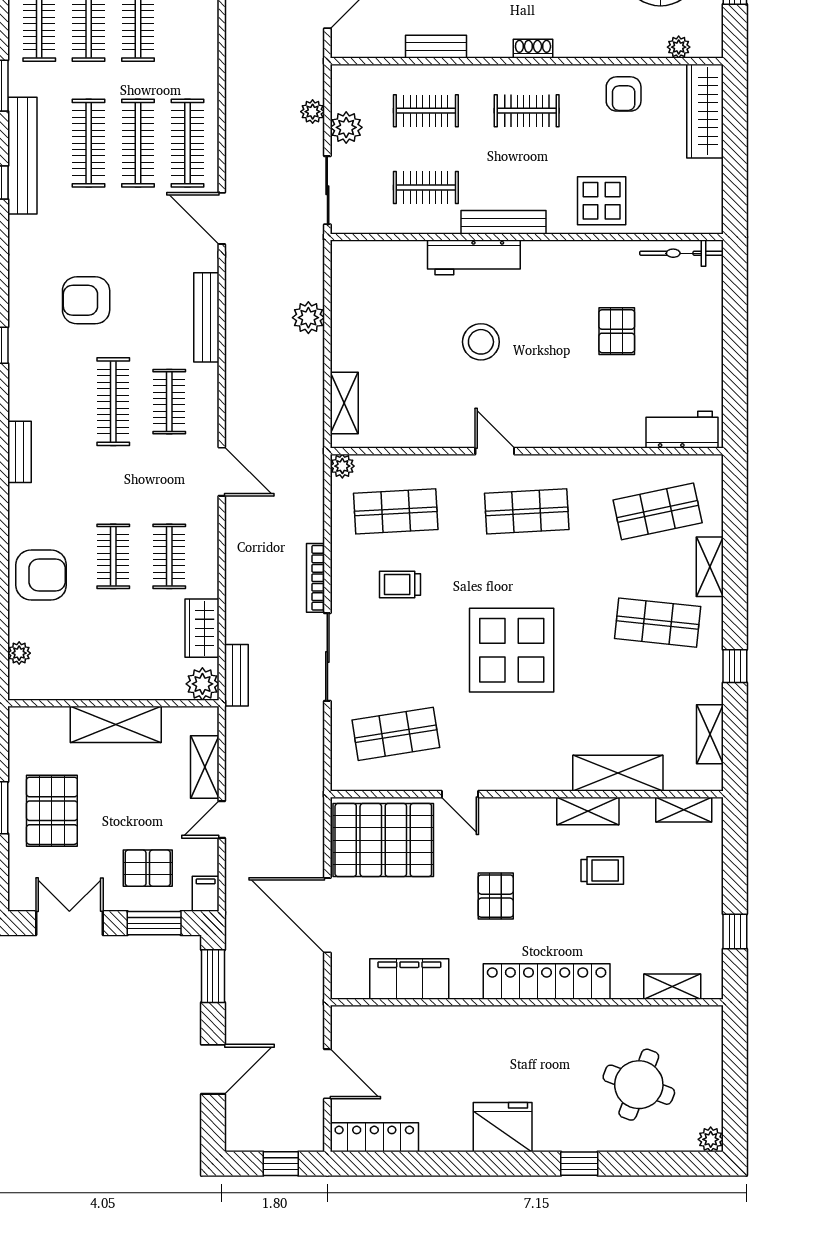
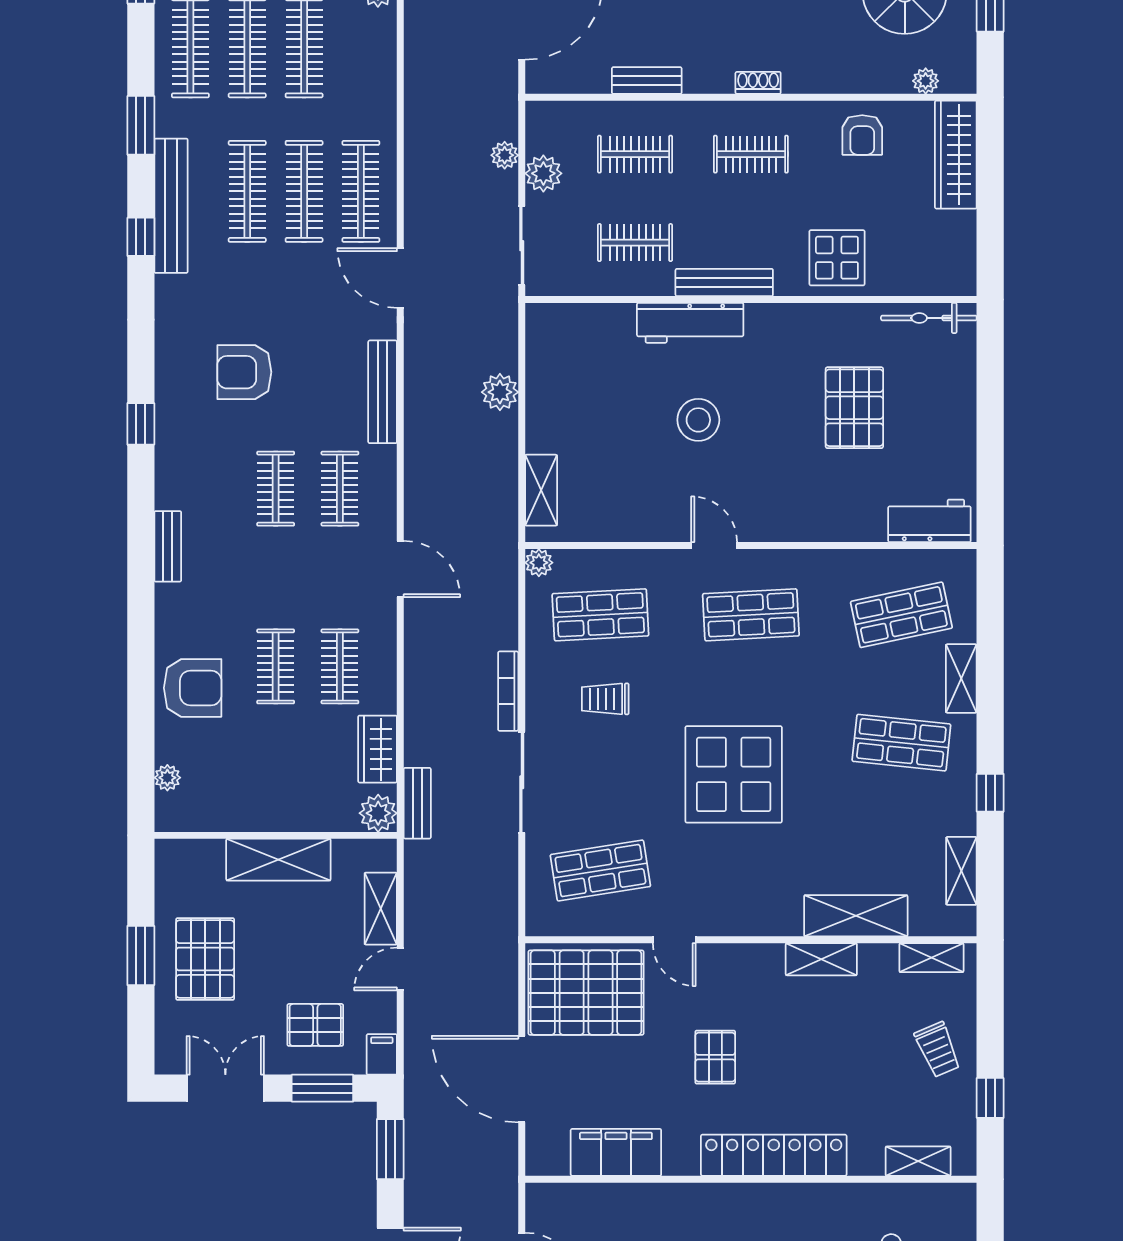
pallet: (617, 331) -> (854, 408), width x1.50, depth x1.42
clothes rail: (113, 402) -> (276, 489), width x0.73
trolley: (602, 871) -> (938, 1049), moved, turned 67

